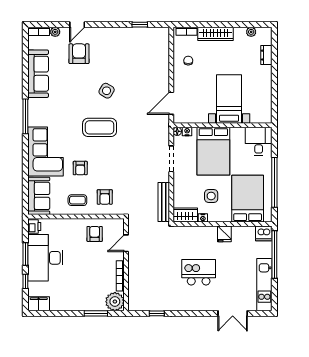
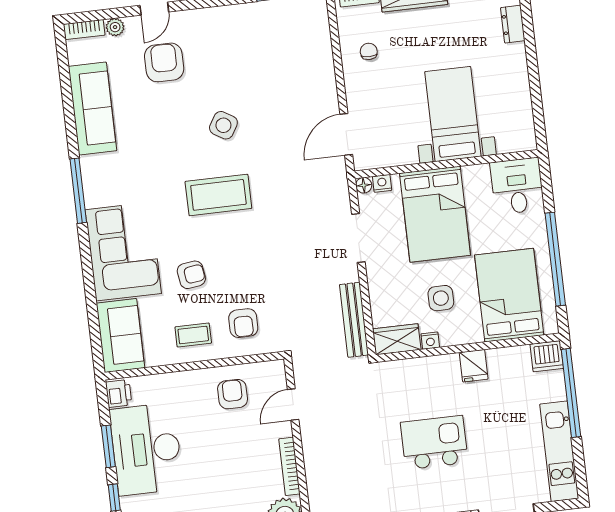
armchair: (80, 168) -> (191, 275), turned -98

